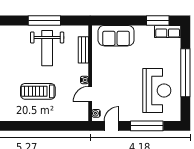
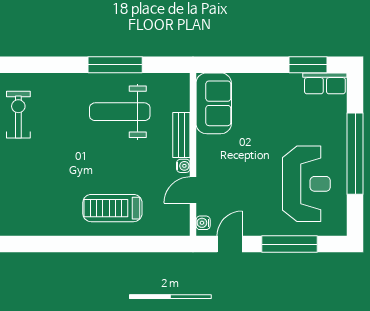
sofa: (116, 36) -> (214, 103), moved, turned -90
weight bench: (47, 48) -> (120, 112), turned 90
bench: (83, 50) -> (181, 135), moved
treadmill: (38, 91) -> (112, 208), moved

